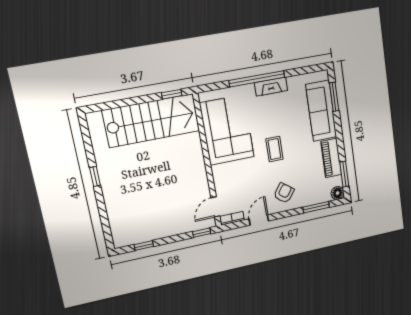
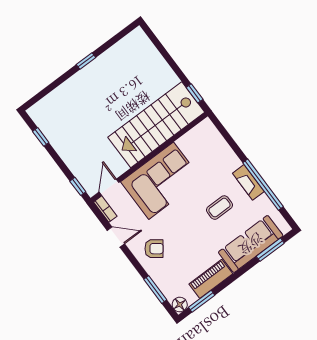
window: (257, 79) -> (263, 185), moved
stairs: (151, 121) -> (156, 125), moved, turned 90
corner sofa: (227, 130) -> (161, 181), moved
coffee table: (274, 149) -> (219, 208), moved
door: (215, 207) -> (109, 187), hinge flipped

